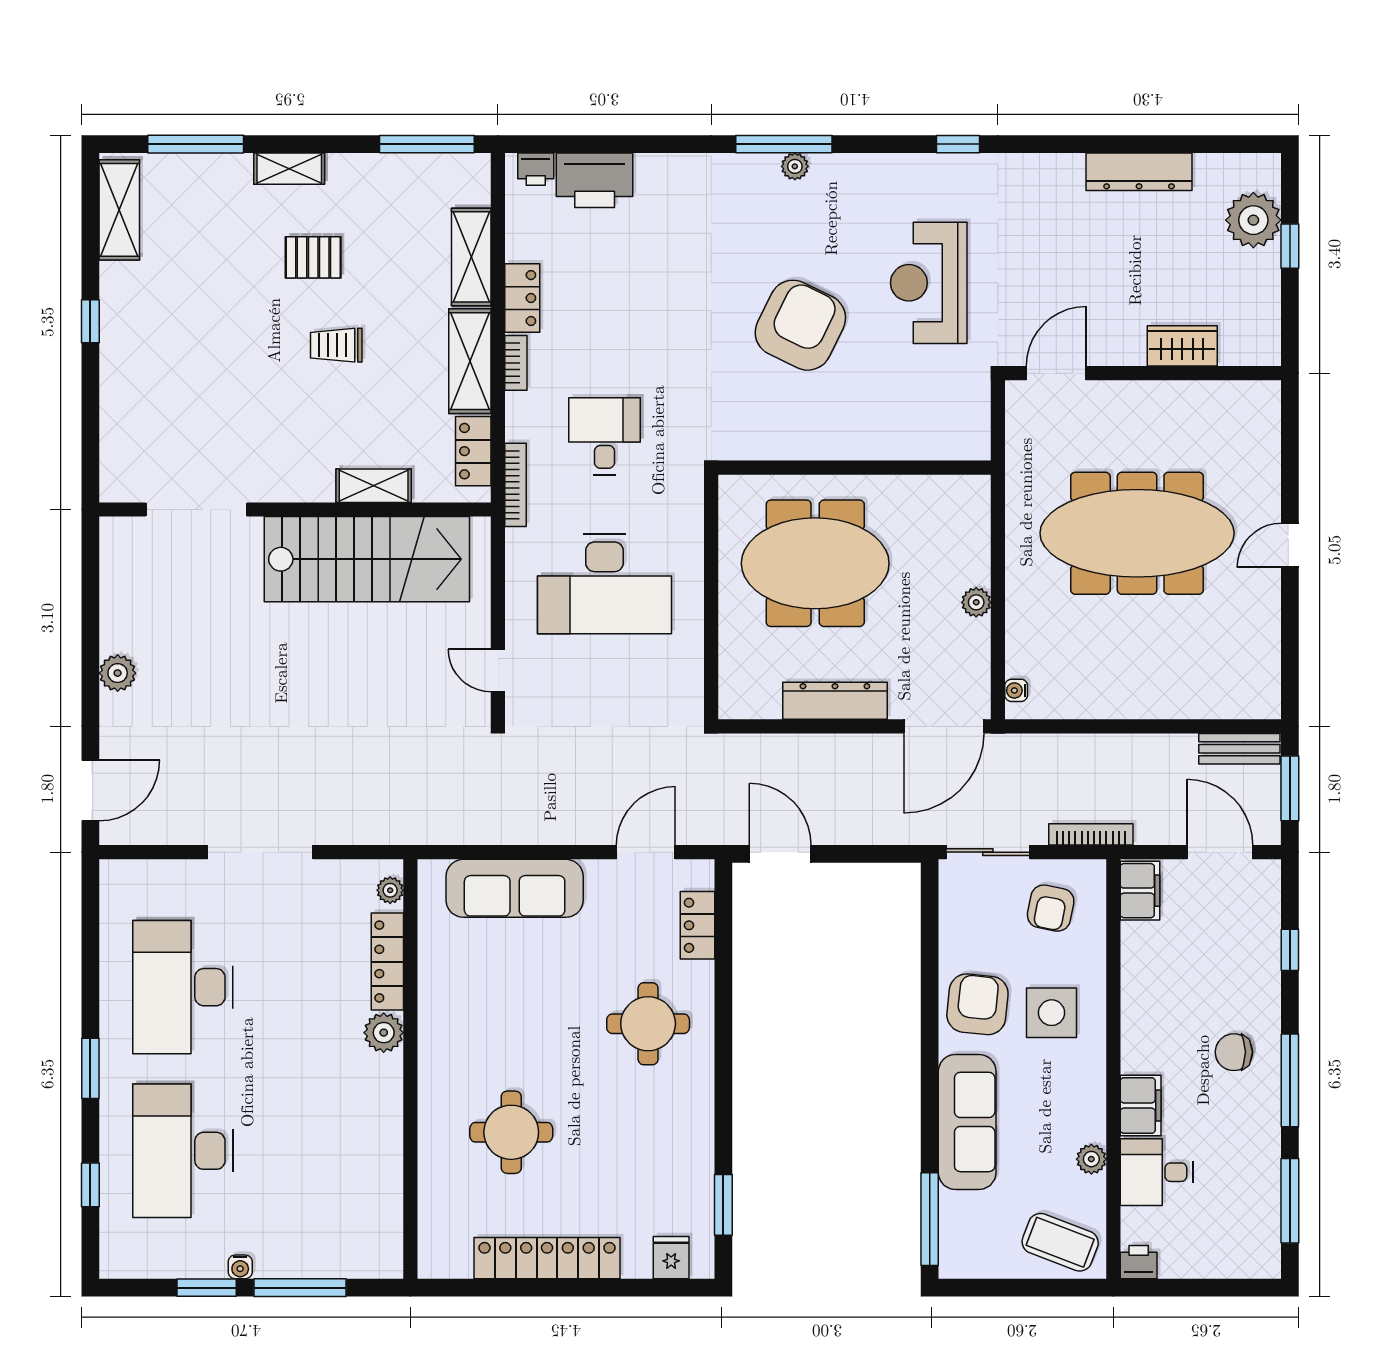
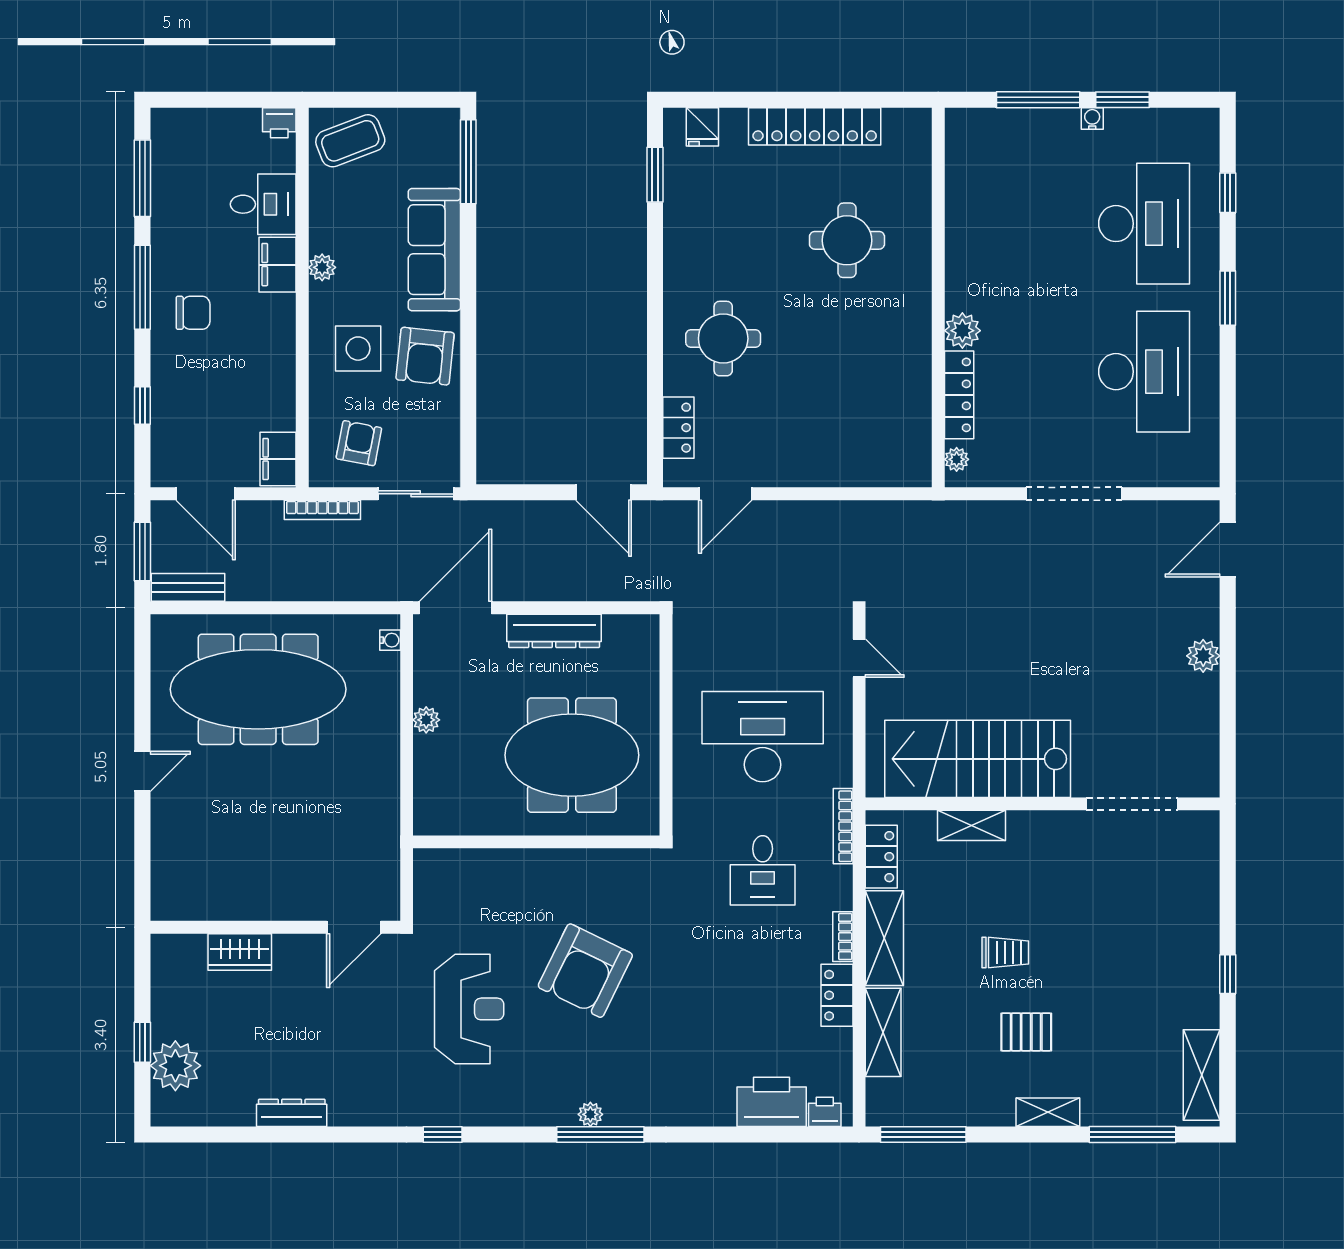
dresser: (1139, 172) -> (292, 1113), width x0.73, depth x0.80
meeting table: (1137, 533) -> (258, 689), moved
sofa: (515, 888) -> (844, 461), removed
plant: (1091, 1159) -> (322, 267), moved
coffee table: (1060, 1242) -> (350, 141), turned -42

